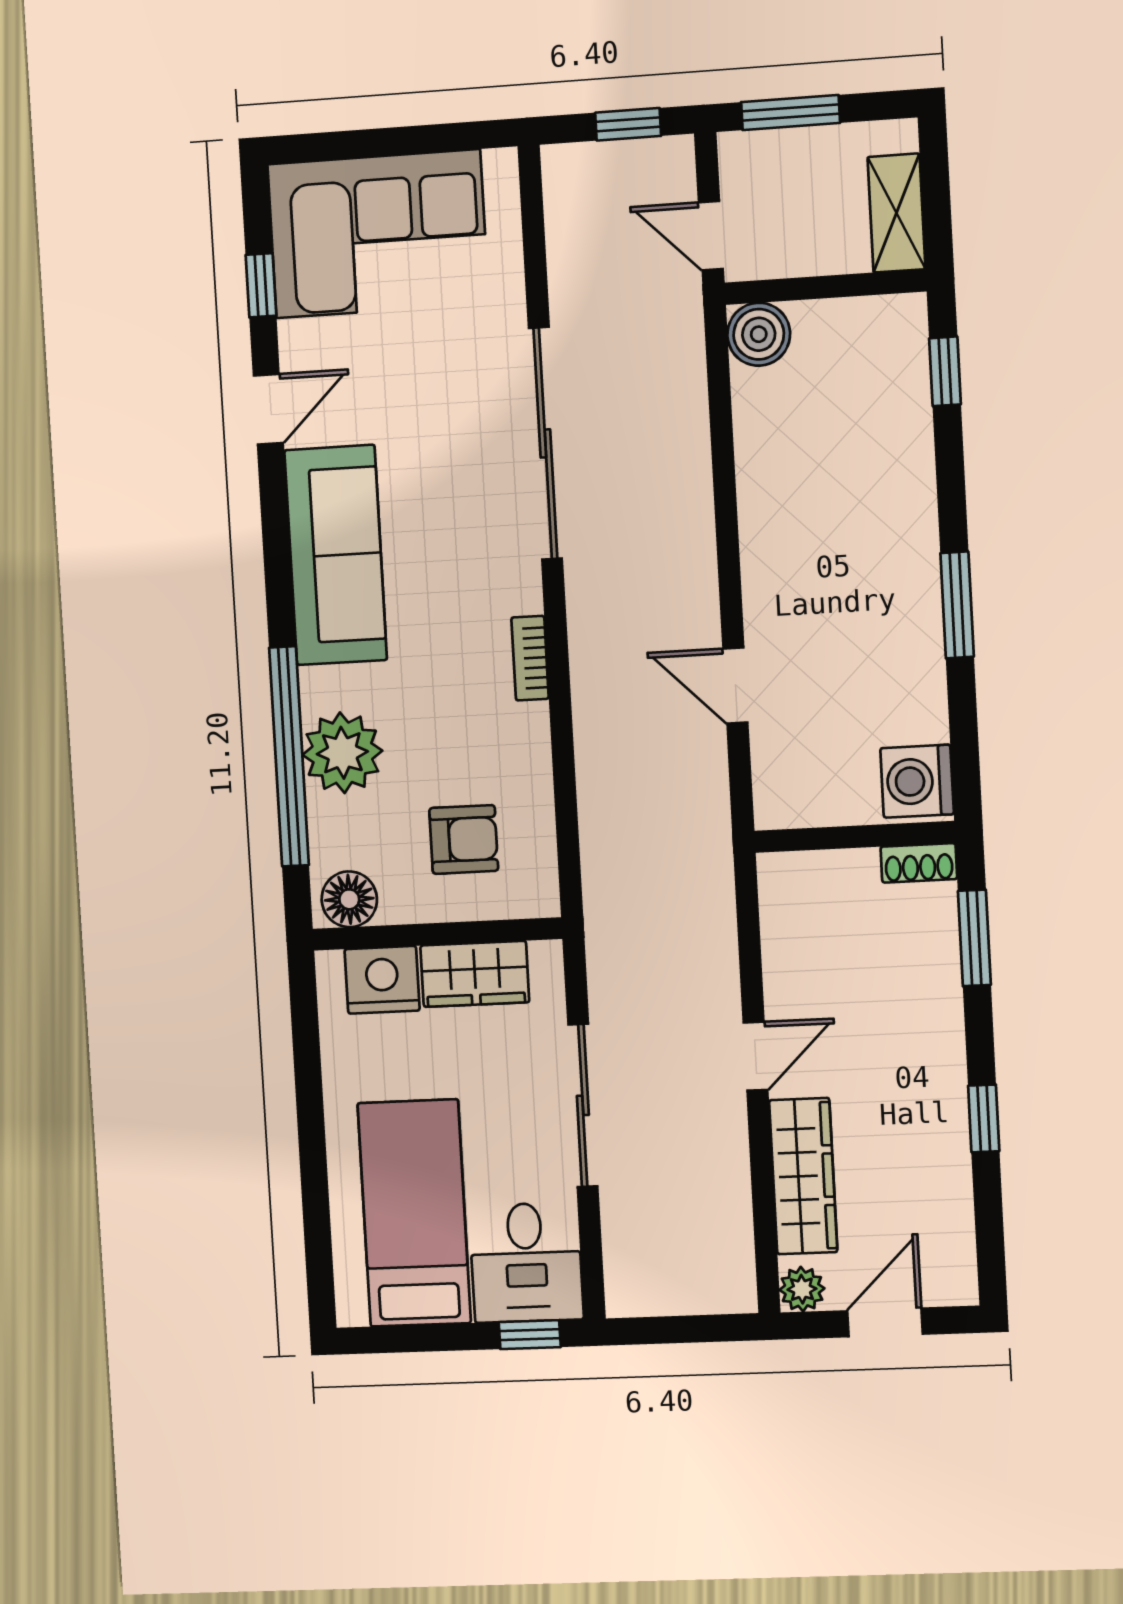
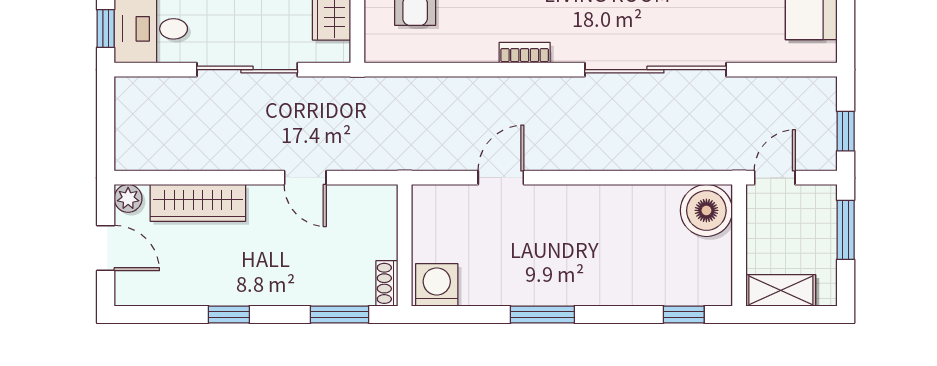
boiler: (759, 334) -> (706, 210), width x1.37, depth x1.37
door: (756, 1056) -> (305, 178), moved

